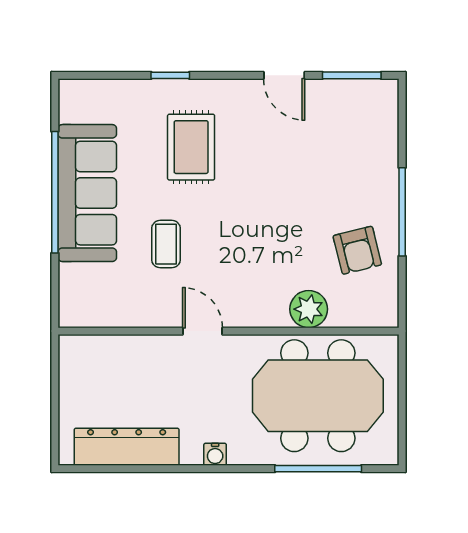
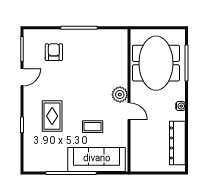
rug: (191, 147) -> (52, 116), turned 90
sofa: (87, 193) -> (97, 159), moved
armchair: (357, 250) -> (54, 52), moved, turned -76
plant: (309, 309) -> (120, 95), moved
door: (202, 331) -> (129, 111), swing flipped

